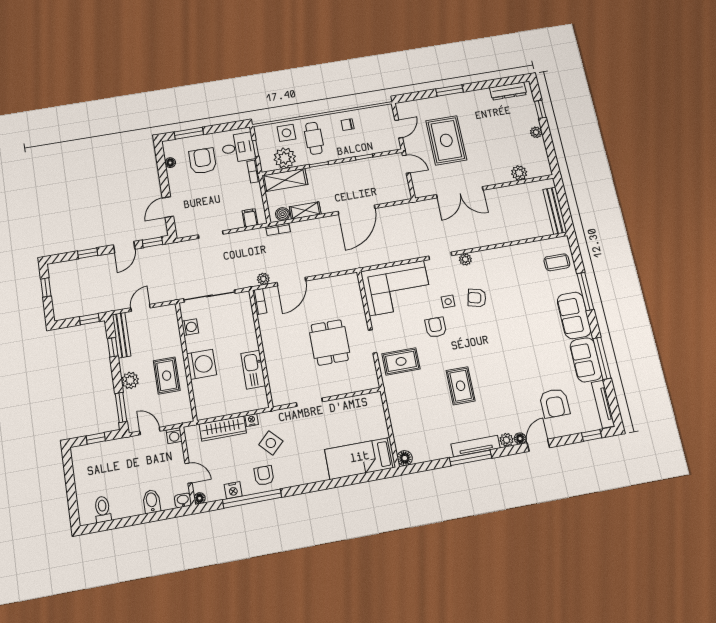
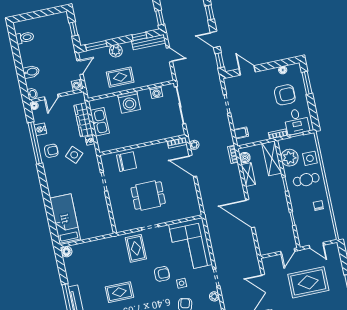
kitchen sink: (253, 370) -> (100, 122), moved, turned 90
chair: (283, 370) -> (127, 162), added

